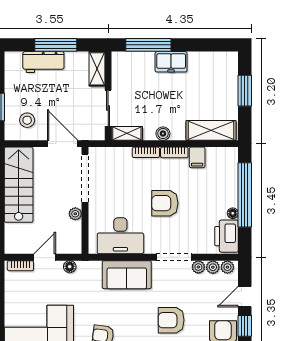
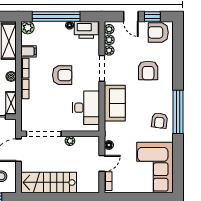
plant: (229, 156) -> (28, 28), added
armchair: (165, 203) -> (62, 75), turned -90
door: (45, 257) -> (102, 163), swing flipped

